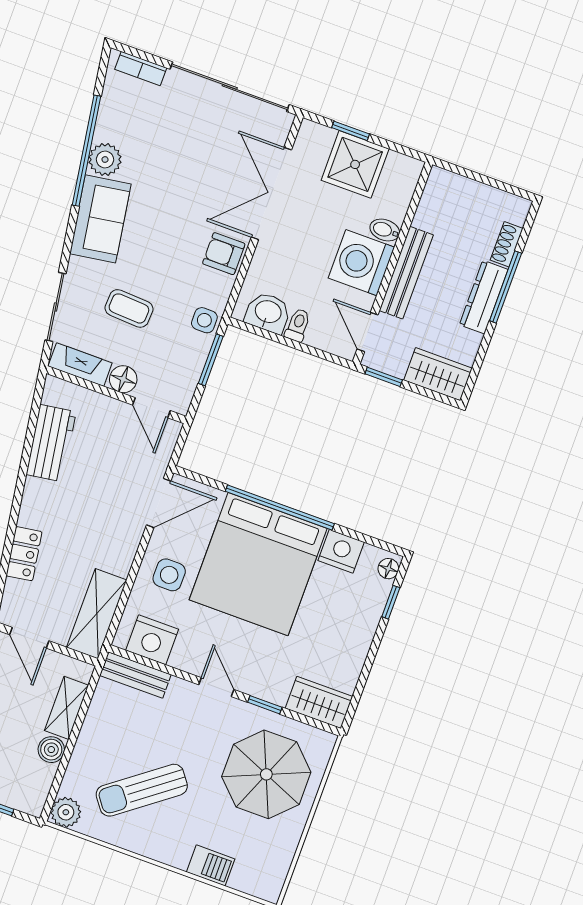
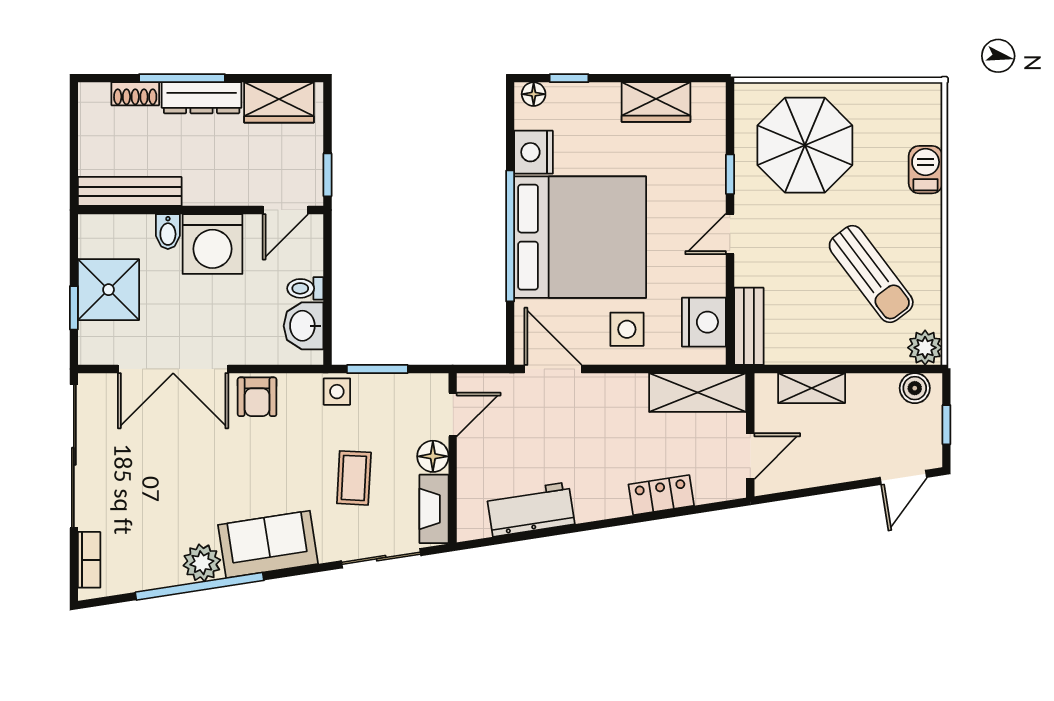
bench: (406, 273) -> (130, 191), moved
wardrobe: (438, 374) -> (279, 102), moved, turned -90
wardrobe: (319, 702) -> (656, 102), moved, turned -90
boiler: (51, 750) -> (915, 388), moved

